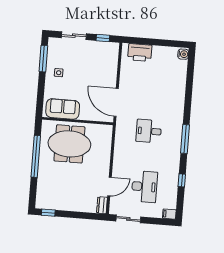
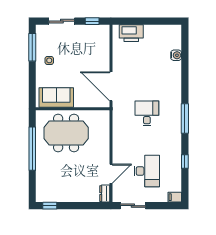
water cooler: (183, 54) -> (176, 55), moved
desk: (149, 131) -> (147, 113), turned 90

